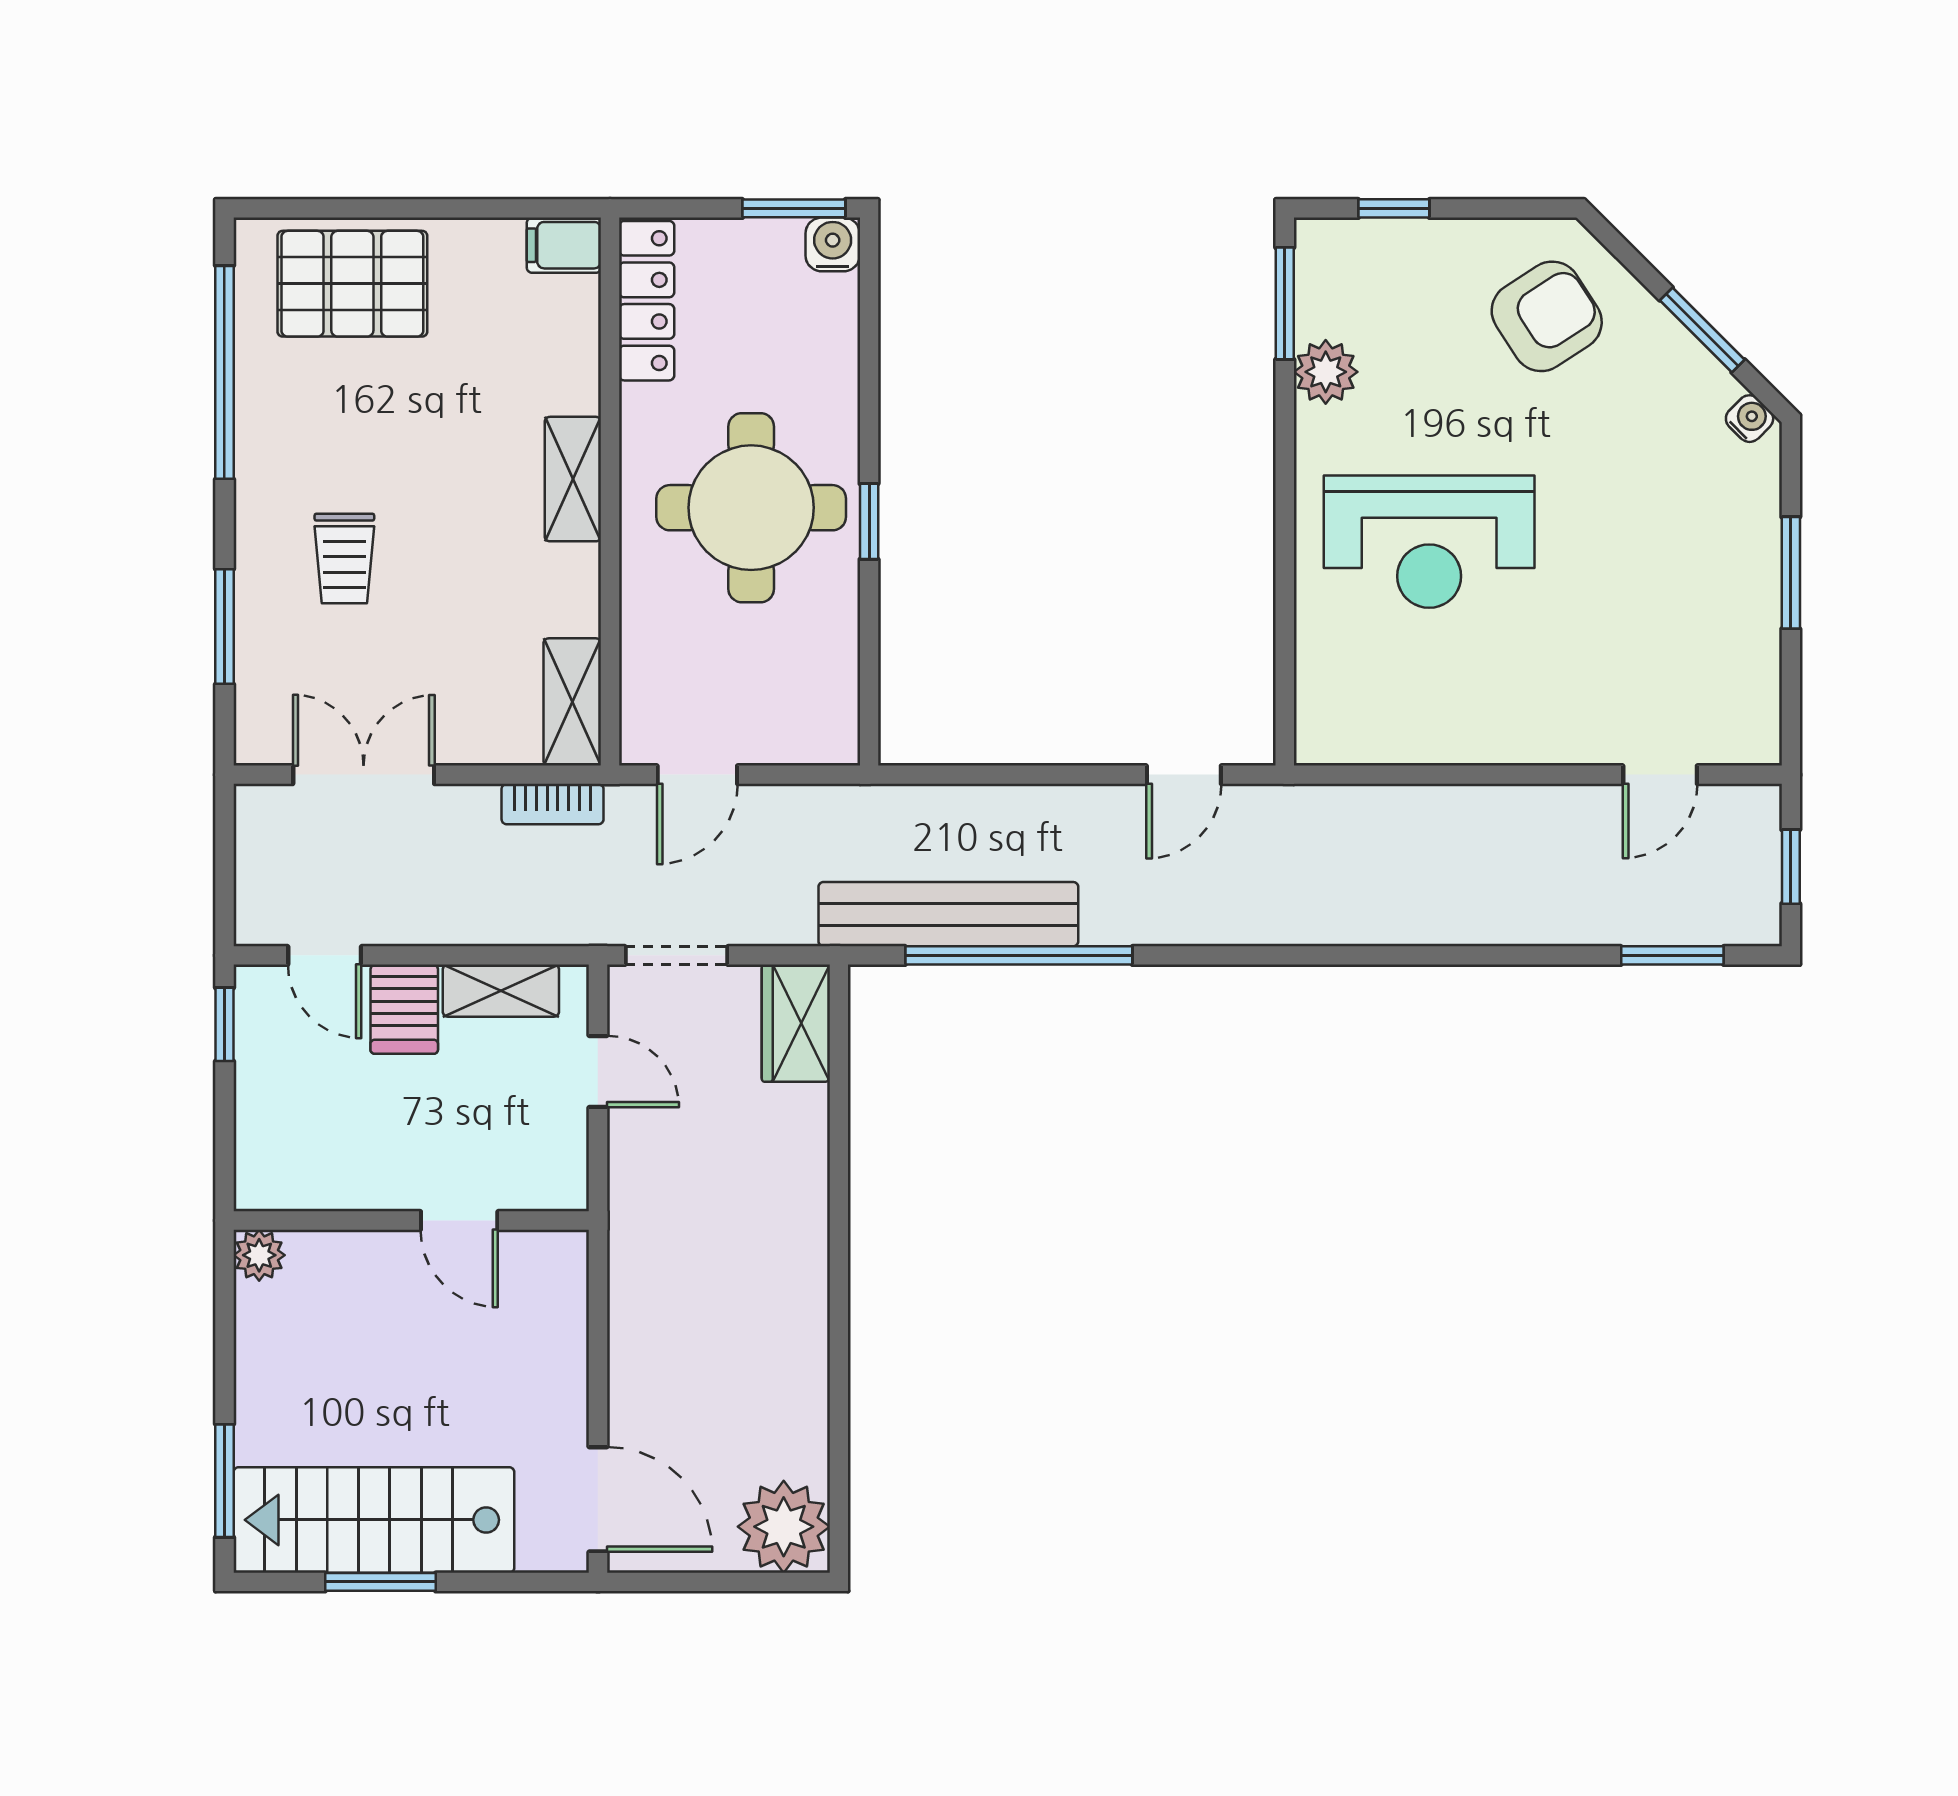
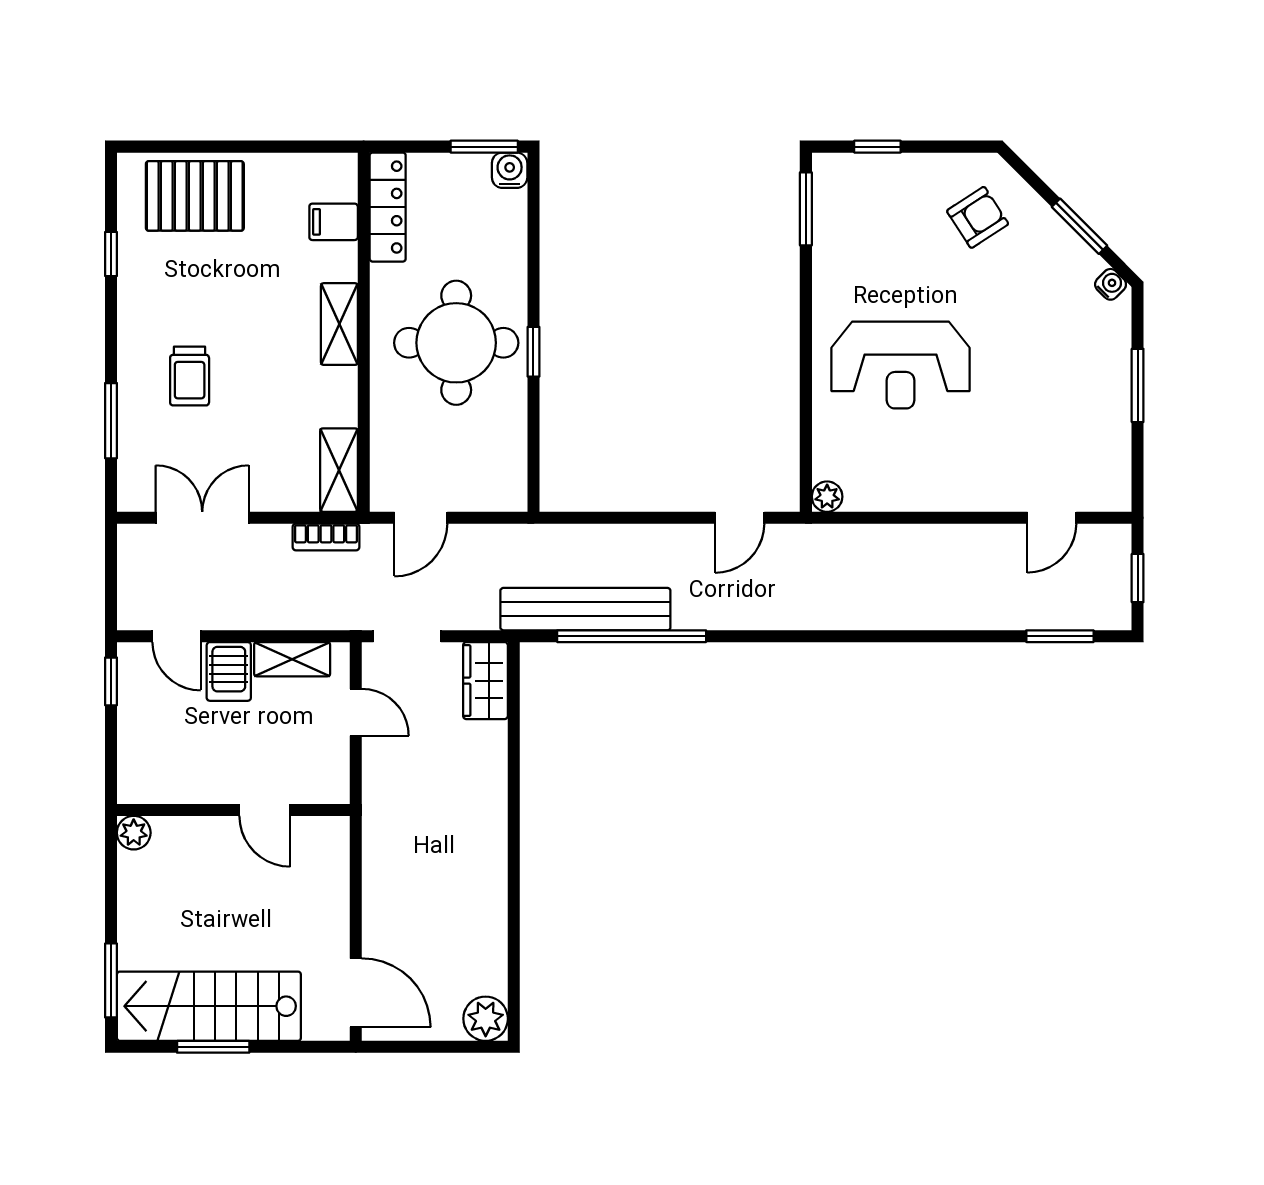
filing cabinet: (564, 245) -> (334, 222), moved
armchair: (1547, 316) -> (978, 217), width x0.72, depth x0.72
window: (224, 372) -> (111, 254), width x0.32
plant: (1326, 372) -> (827, 497), moved, width x0.73, depth x0.73
plant: (784, 1527) -> (486, 1019), width x0.73, depth x0.73

